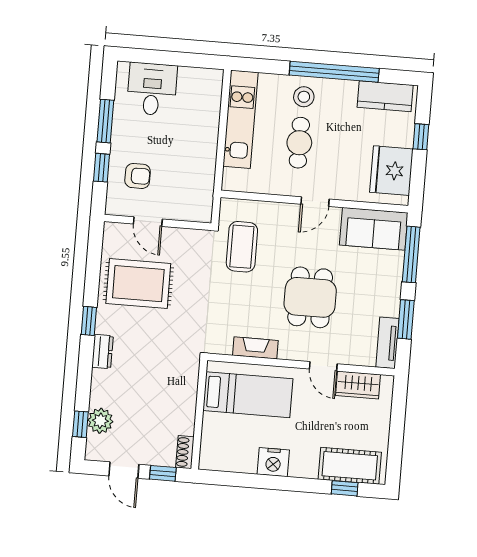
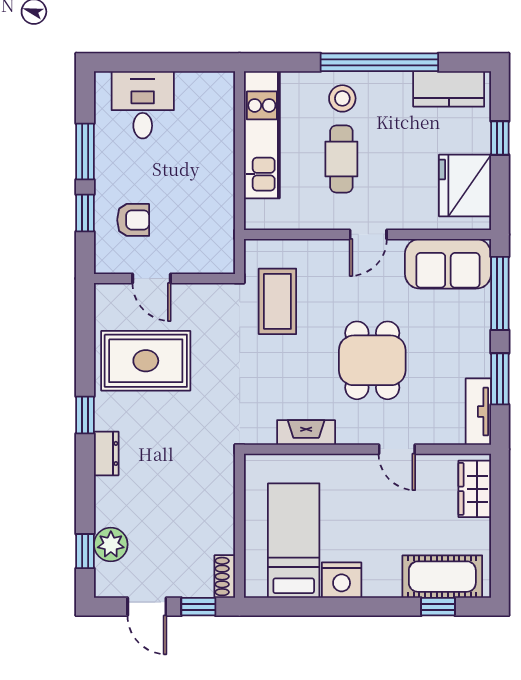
wardrobe: (358, 385) -> (475, 489), moved, turned 90
bed: (248, 395) -> (294, 541), moved, turned -90

